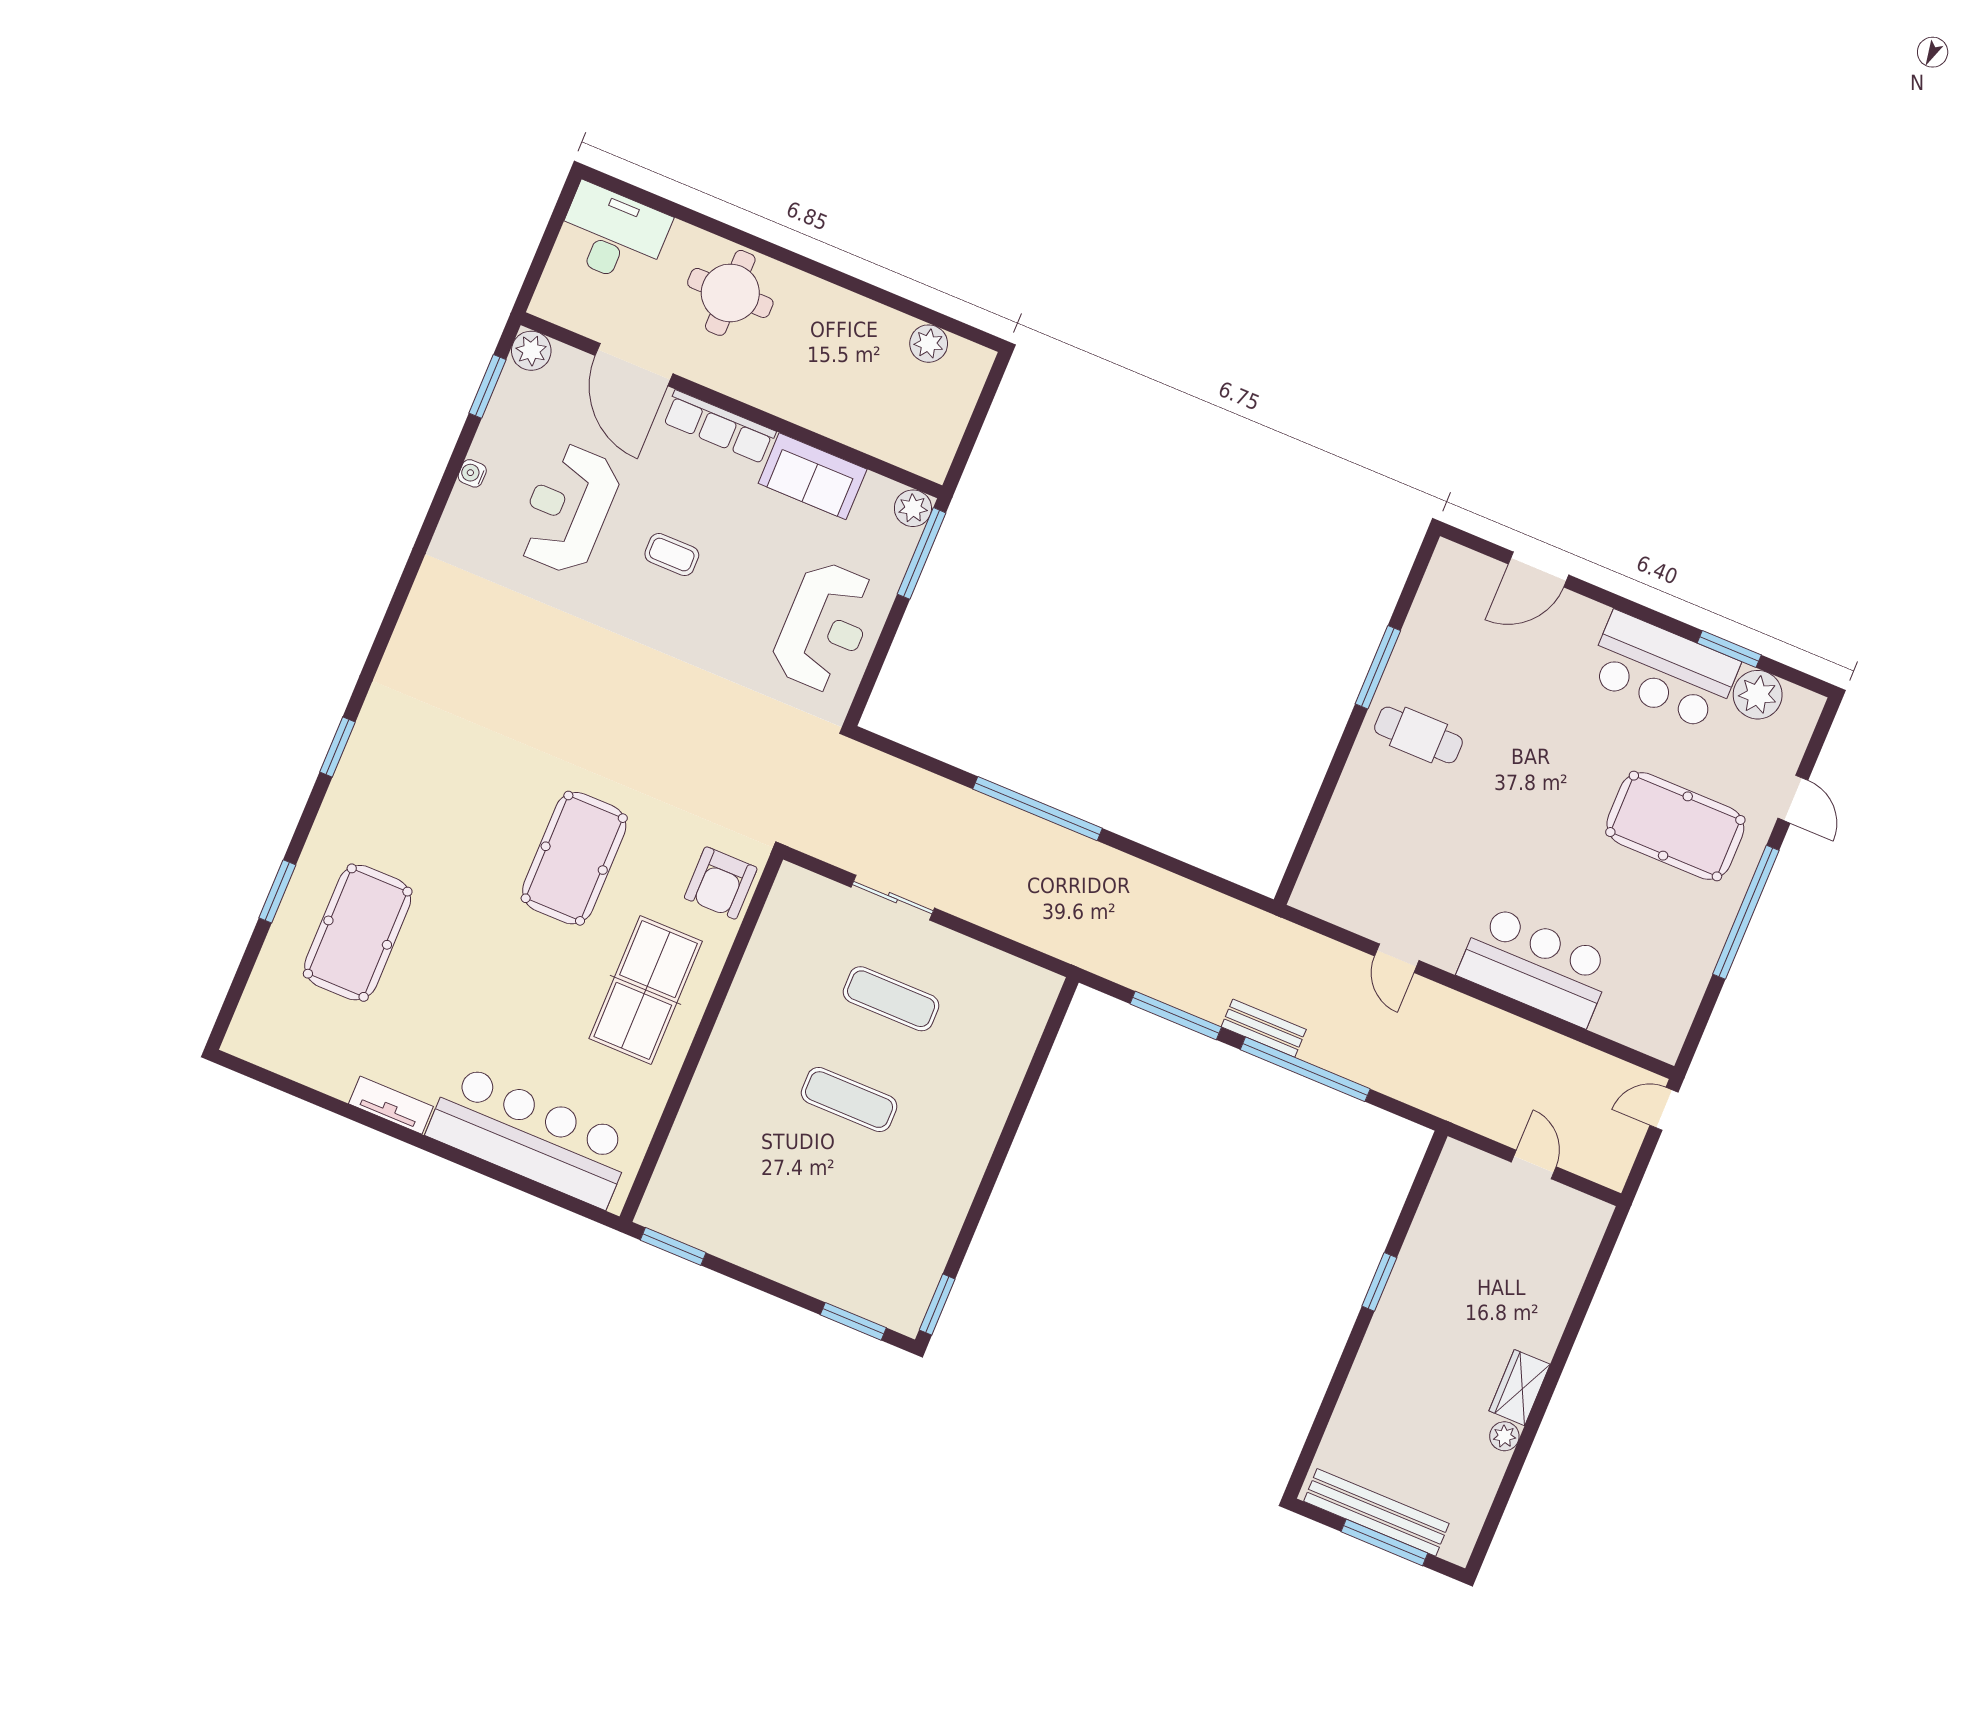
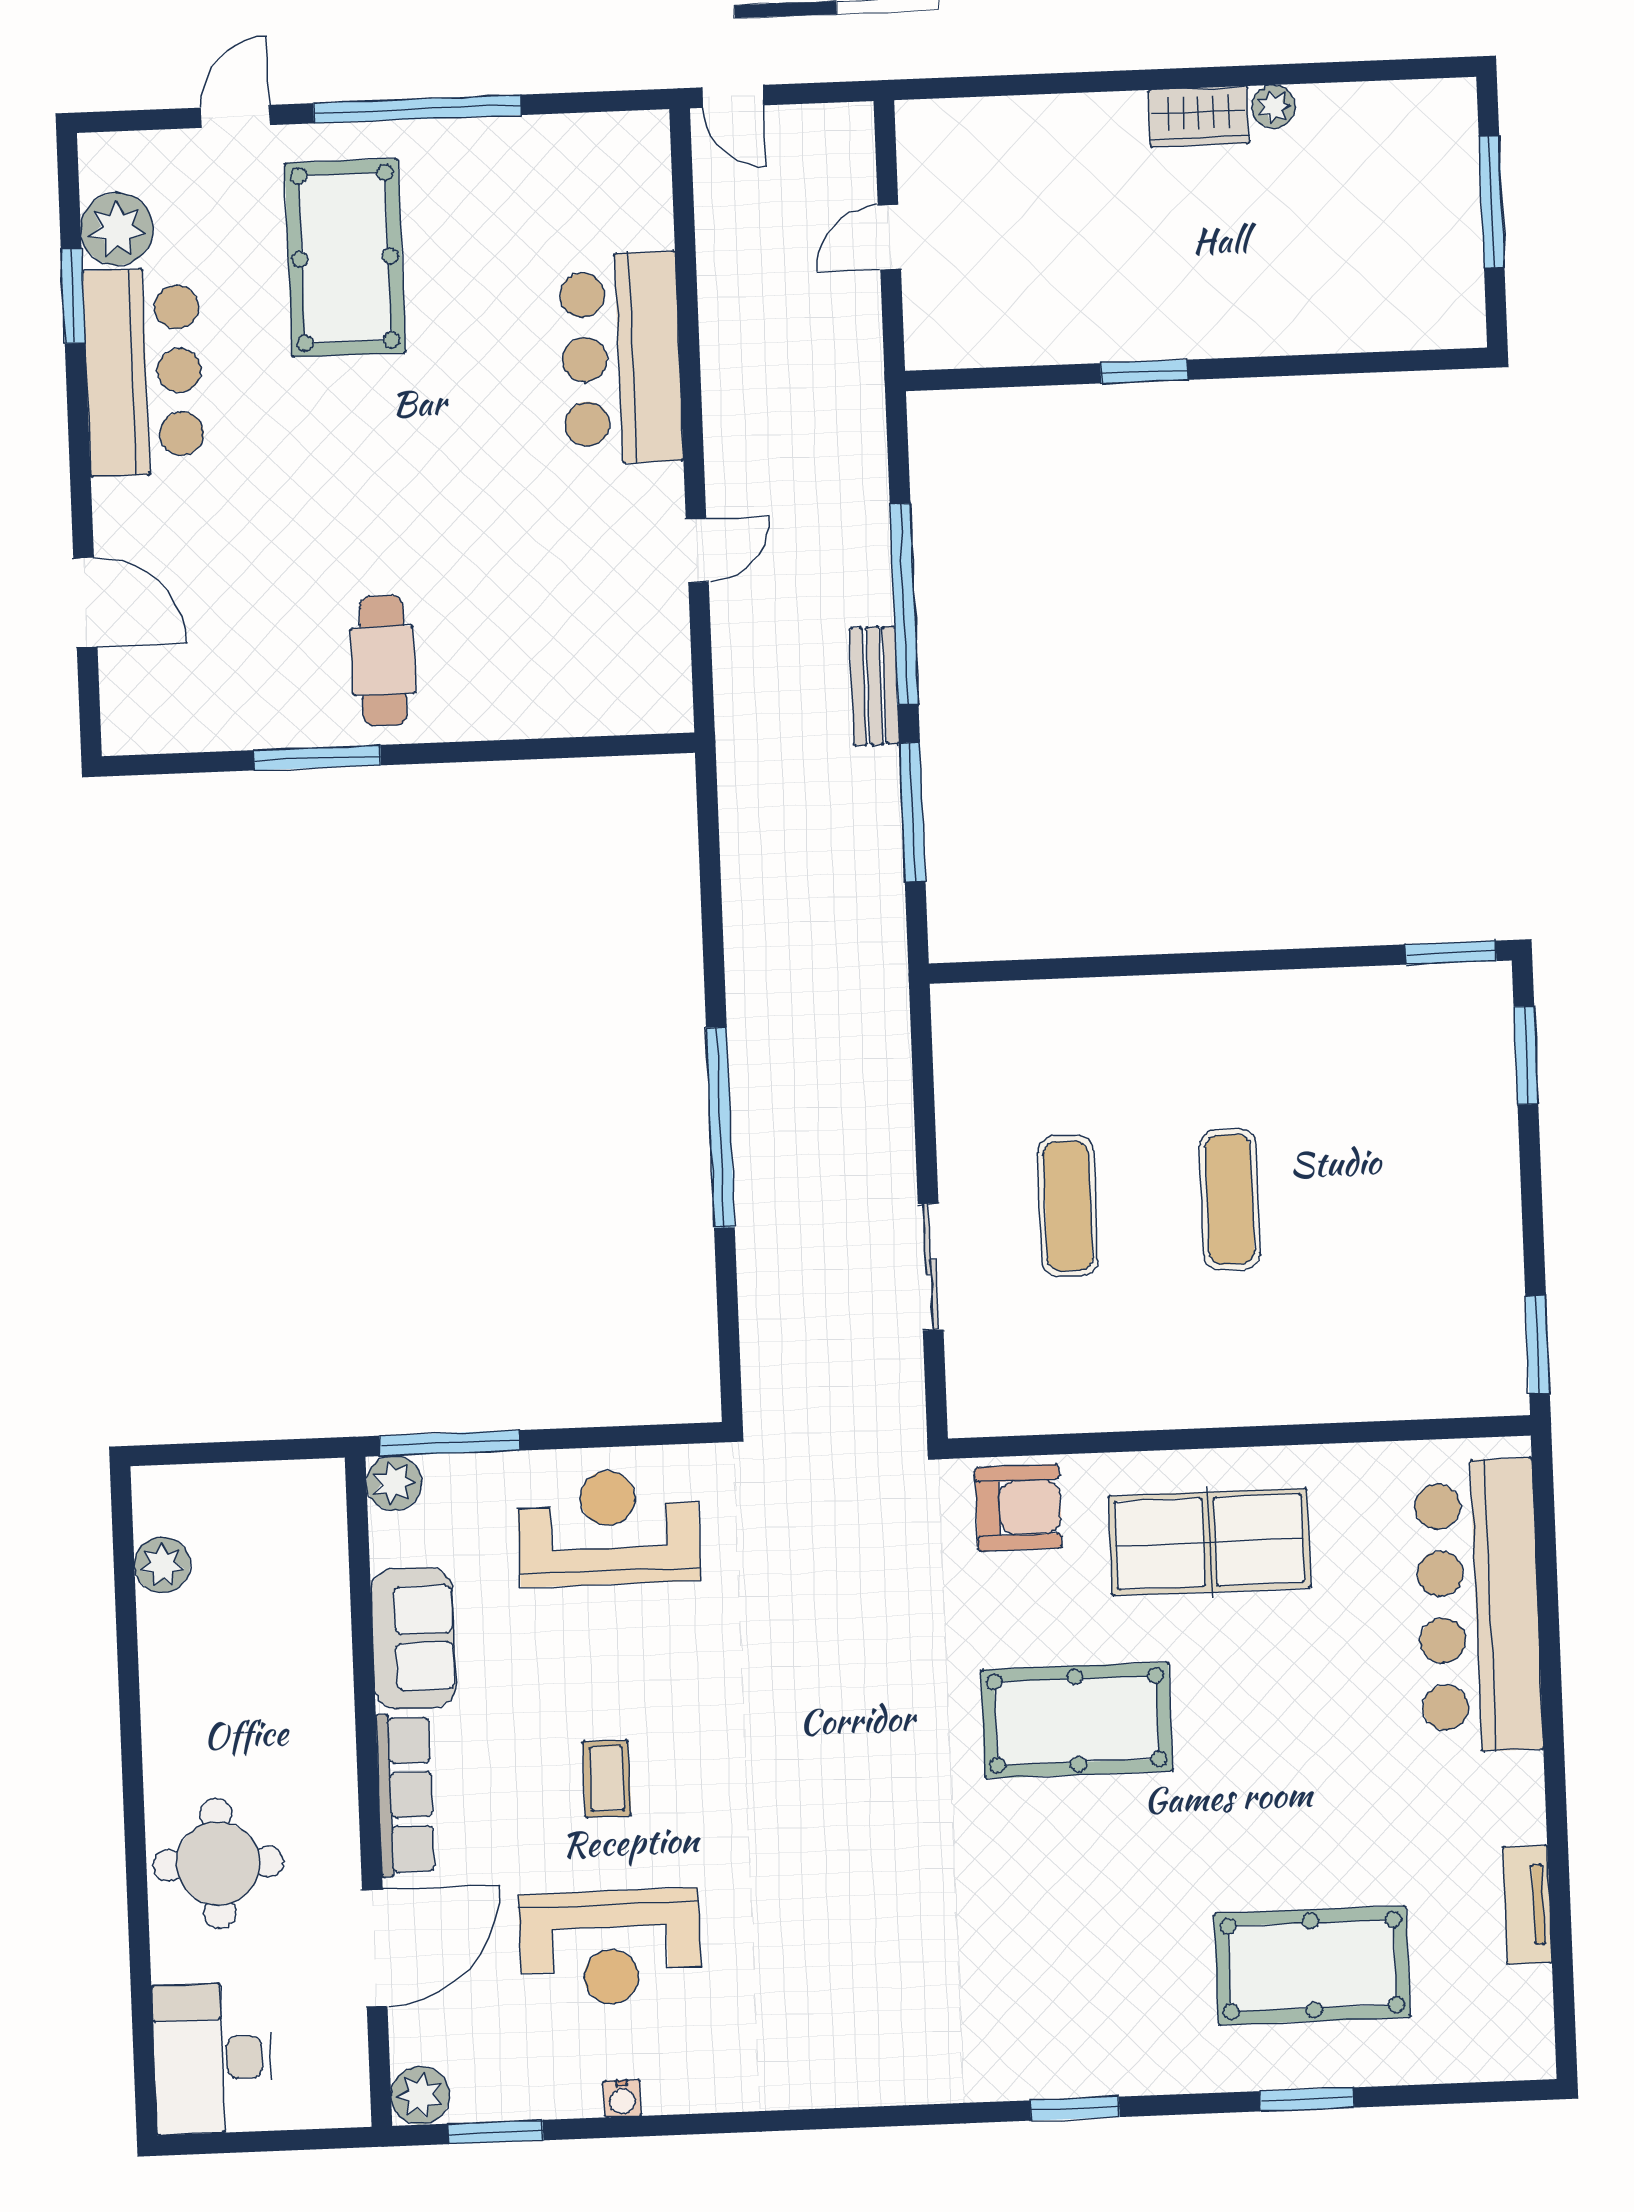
tv unit: (391, 1105) -> (1527, 1905), moved
bench: (1376, 1512) -> (1456, 231), removed

